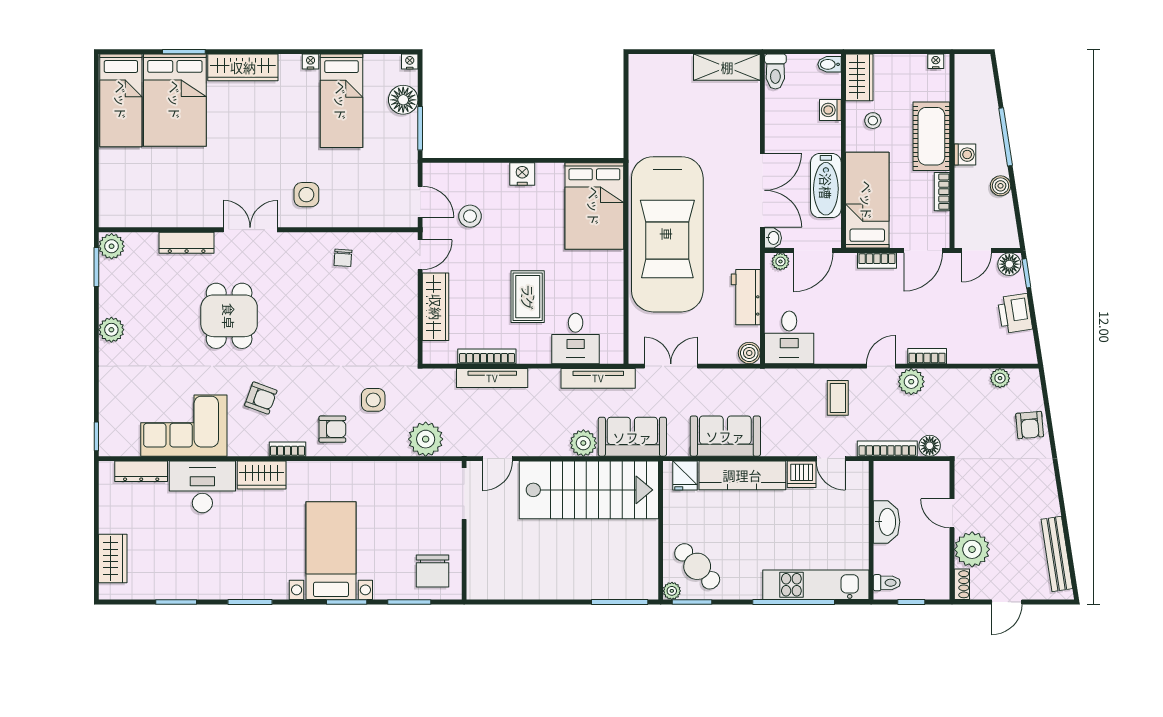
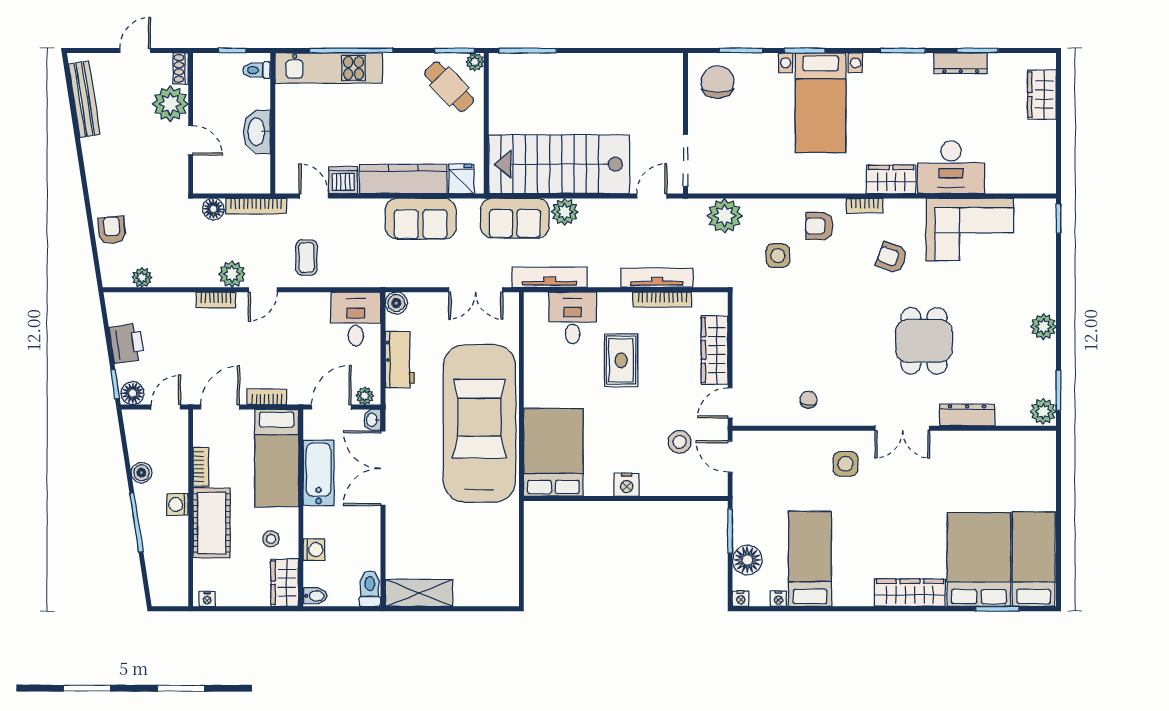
window: (184, 52) -> (997, 609), moved
nightstand: (311, 62) -> (779, 599), moved
dresser: (141, 471) -> (961, 63), moved, turned 180

